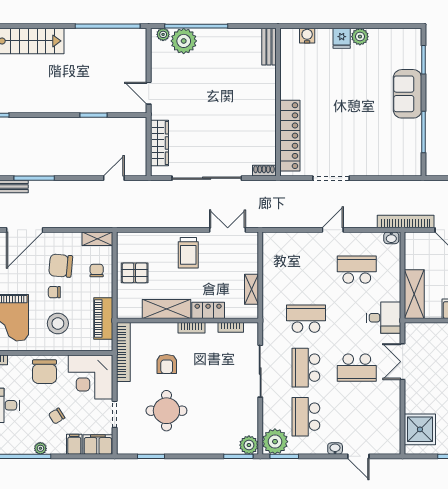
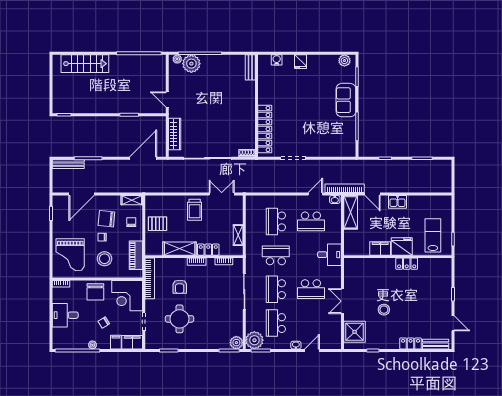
plant: (360, 37) -> (344, 61), moved
door: (114, 178) -> (143, 158), width x1.87
door: (333, 230) -> (315, 194), moved
school desk: (306, 270) -> (276, 221), added
school desk: (357, 270) -> (311, 221), turned 180
shelving: (414, 294) -> (351, 212), moved
double door: (403, 362) -> (343, 301), moved
door: (358, 456) -> (312, 350), swing flipped

